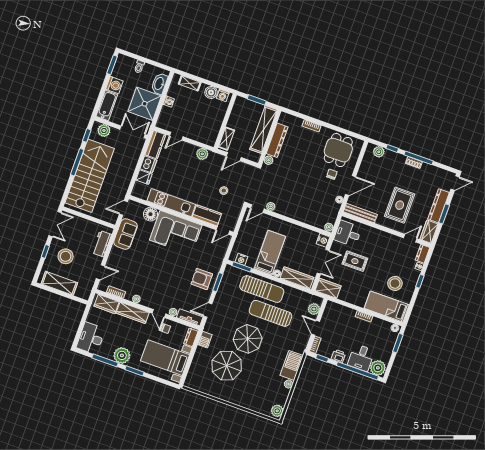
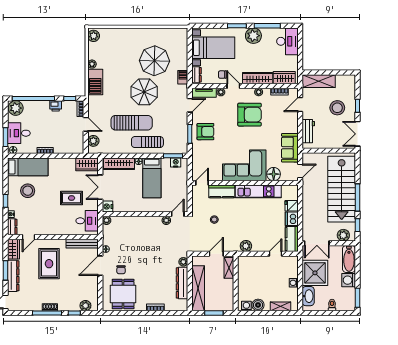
armchair: (153, 280) -> (250, 115), added
shelving: (59, 283) -> (319, 81), moved
sun lounger: (262, 289) -> (147, 142), width x0.73, depth x0.75
desk: (361, 358) -> (19, 133), moved, turned -90

